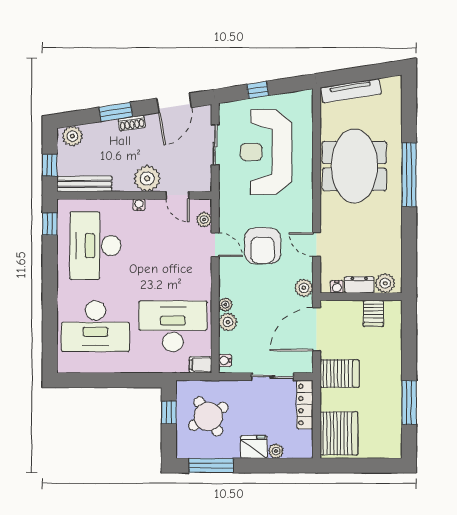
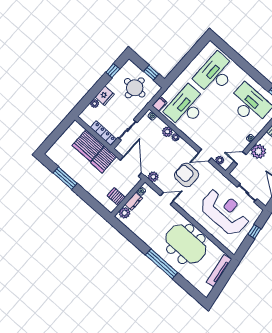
desk: (173, 326) -> (186, 107), turned 180
round table: (208, 416) -> (135, 88), turned 32
server rack: (339, 433) -> (88, 145), moved
window: (211, 466) -> (113, 71), width x0.46

